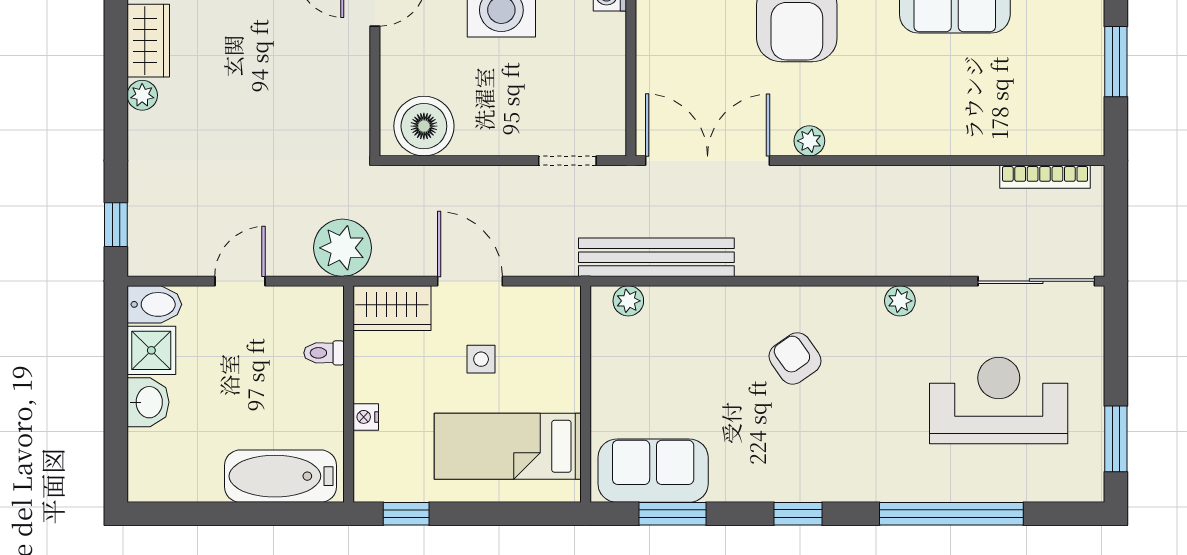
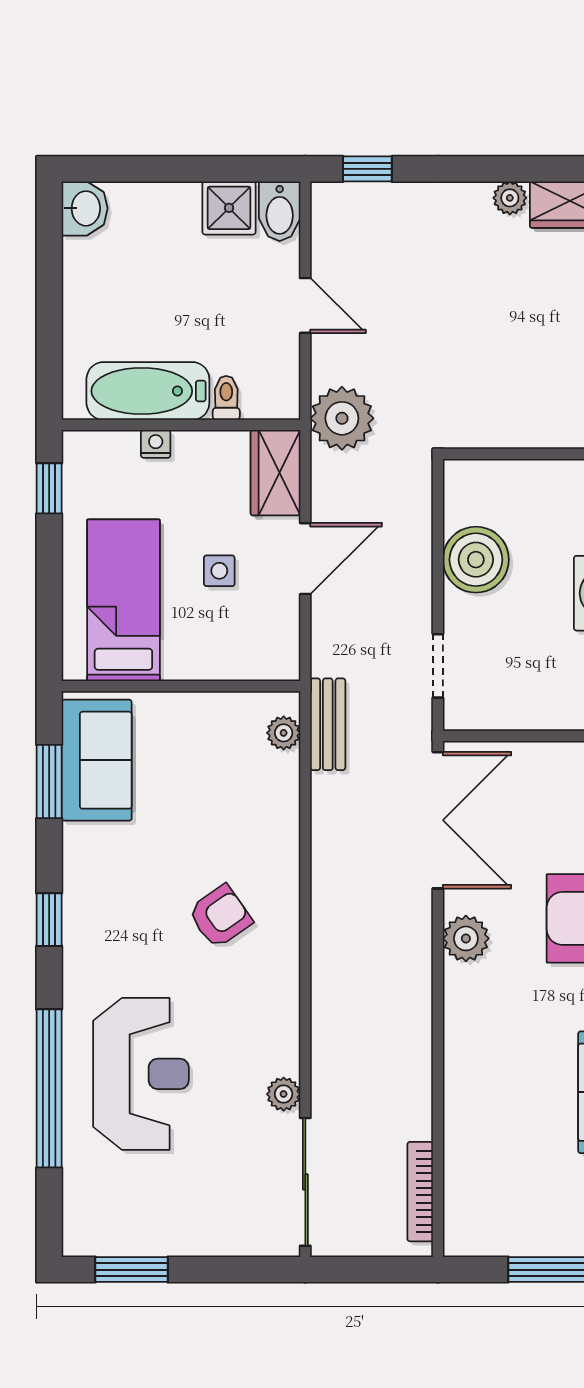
boiler: (424, 126) -> (476, 560), moved
plant: (809, 141) -> (466, 938), width x1.38, depth x1.38
bench: (656, 257) -> (328, 724), width x0.54, depth x0.82
plant: (900, 301) -> (284, 1094), moved
reception desk: (999, 401) -> (141, 1074), moved
washbasin: (148, 402) -> (85, 208), moved, turned -90
bathtub: (280, 476) -> (148, 391), moved, turned -90

